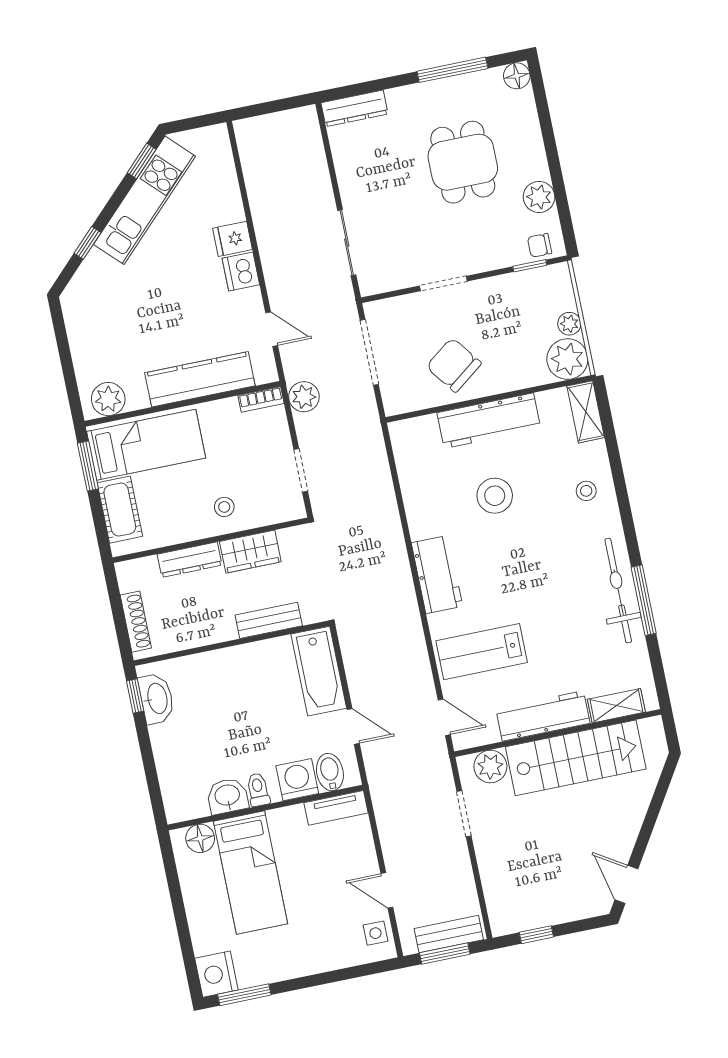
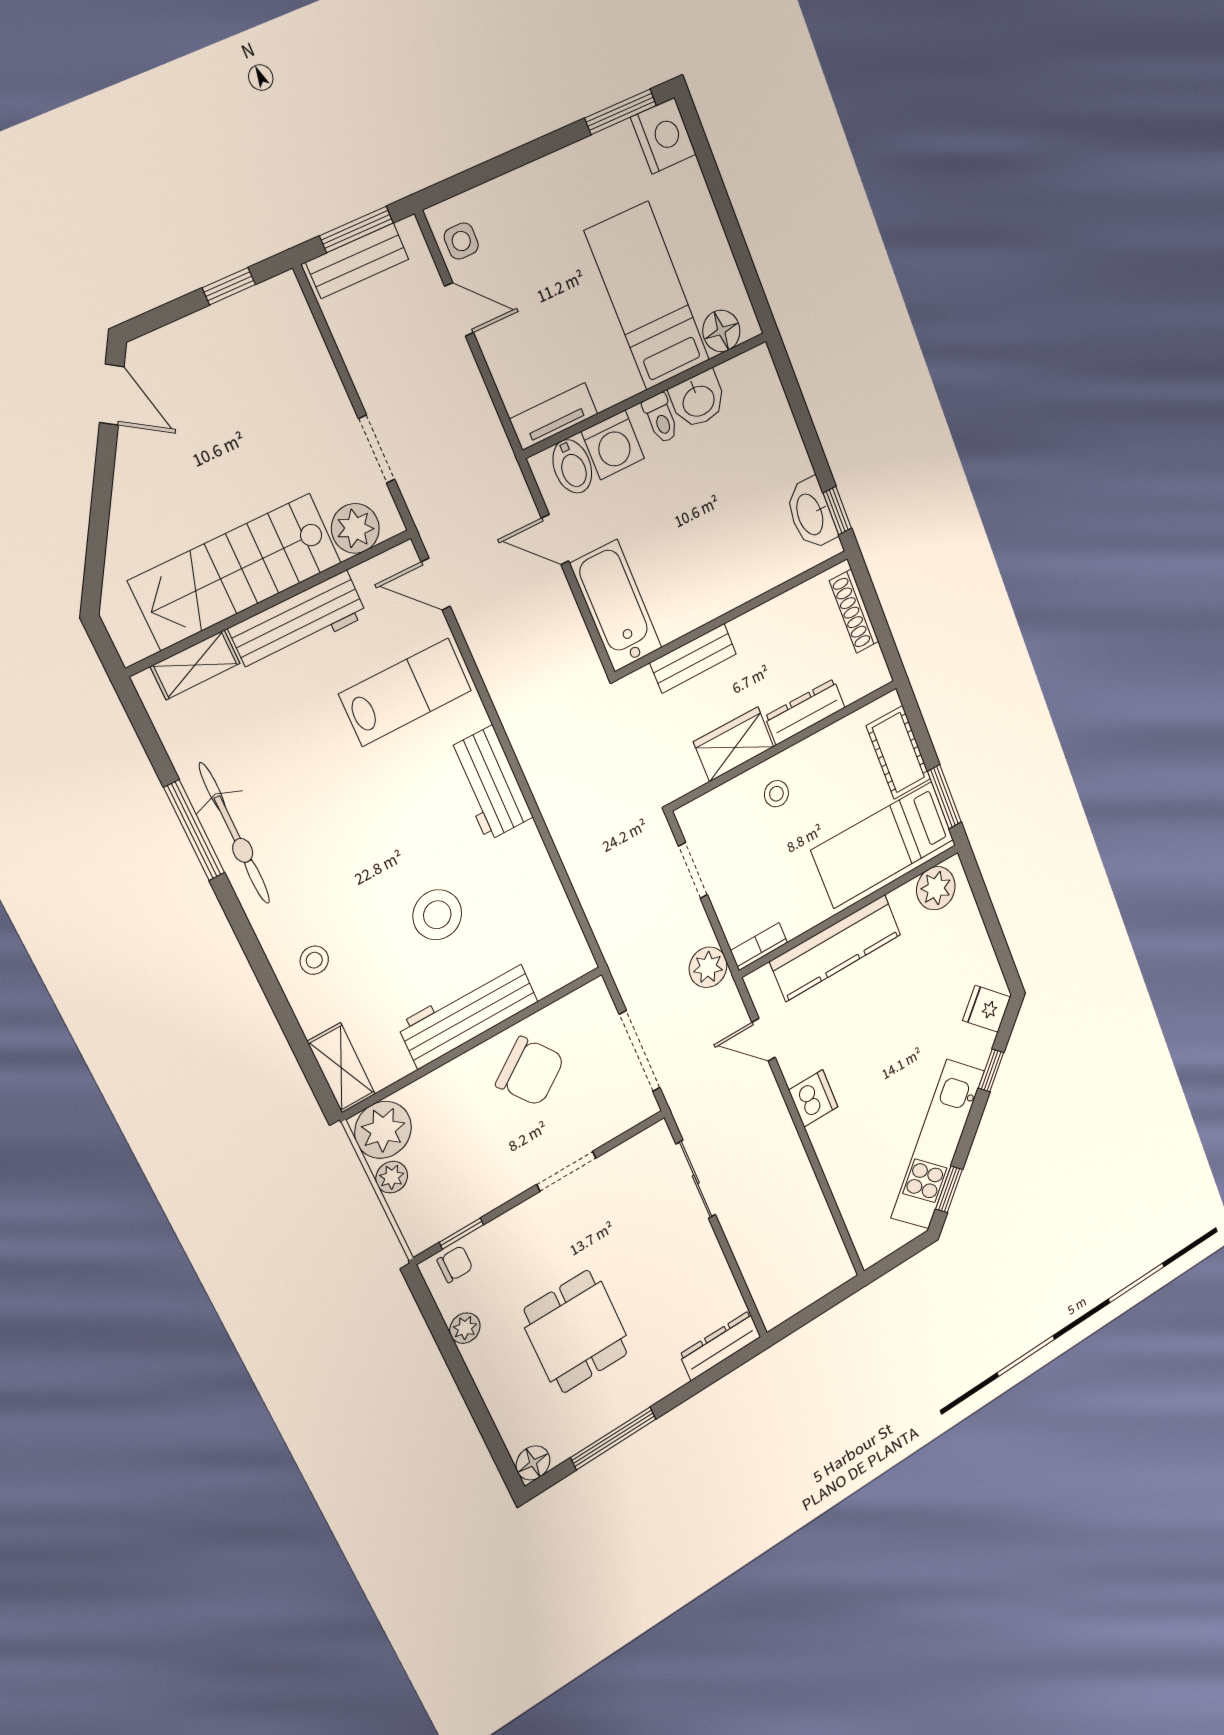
plant: (539, 197) -> (465, 1328), width x0.73, depth x0.73
fridge: (232, 239) -> (987, 1009), moved, turned -135

